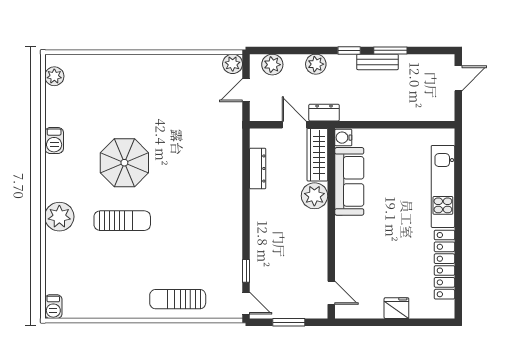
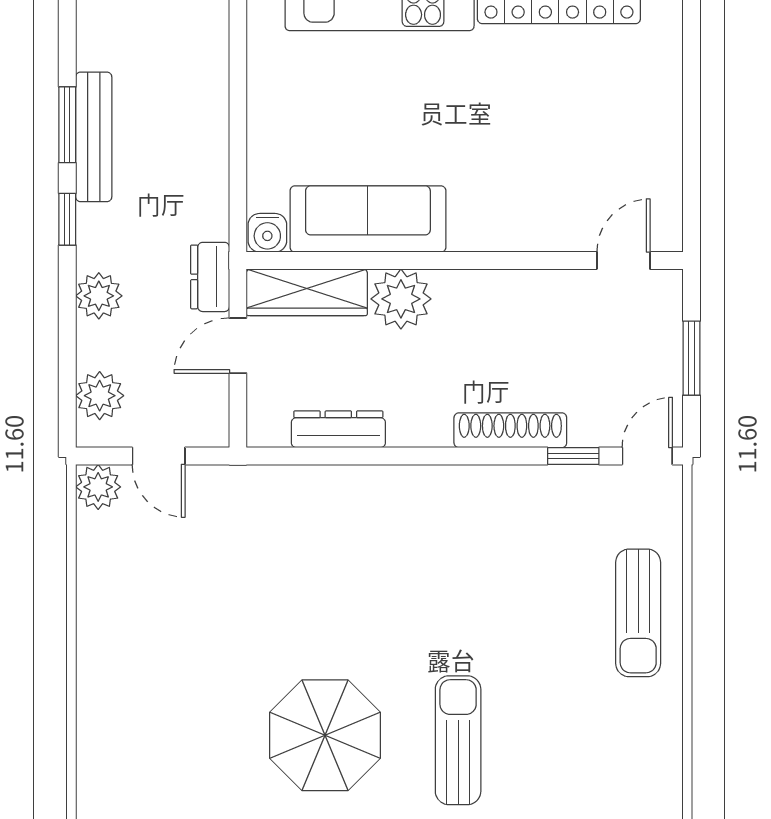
bench: (378, 62) -> (94, 137), width x1.36
shoe rack: (257, 243) -> (510, 430), added
fridge: (396, 308) -> (659, 111), removed

